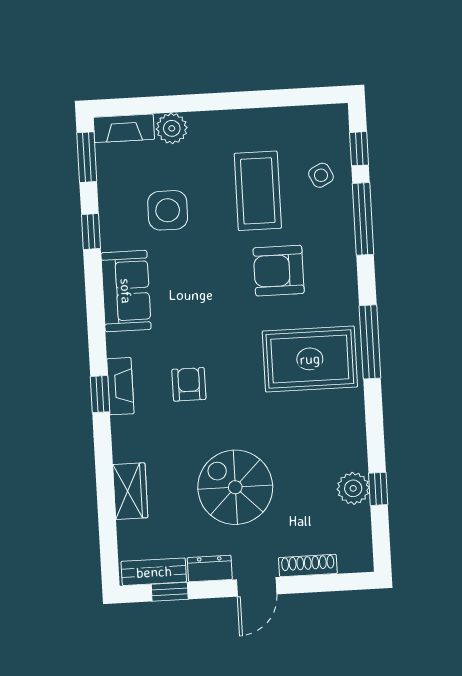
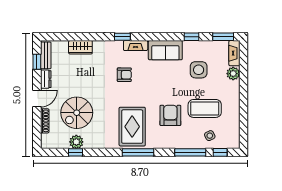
fireplace: (120, 386) -> (136, 46), moved
spiral stairs: (235, 487) -> (77, 113), moved, turned 180
door: (257, 587) -> (37, 99), swing flipped

